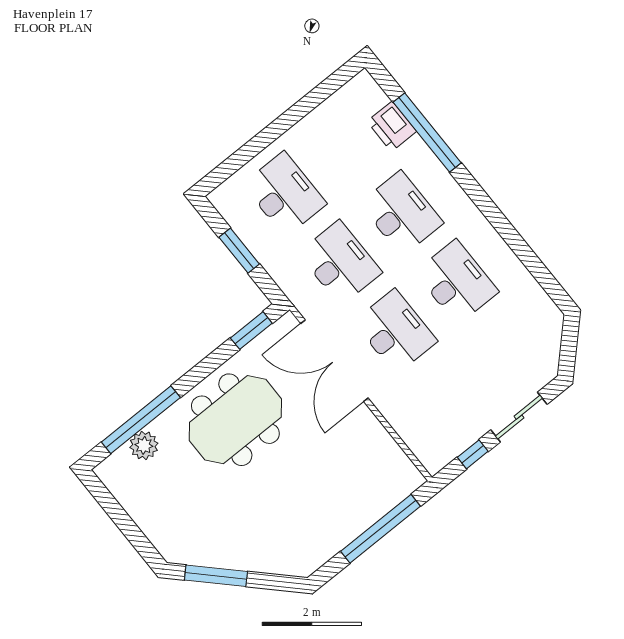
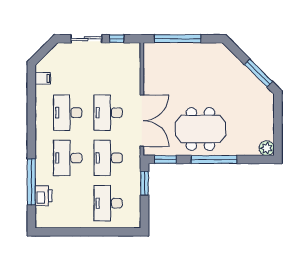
window: (239, 251) -> (144, 183), moved
filing cabinet: (536, 304) -> (43, 78), added
window: (141, 420) -> (214, 159), moved
plant: (144, 445) -> (267, 148), moved

